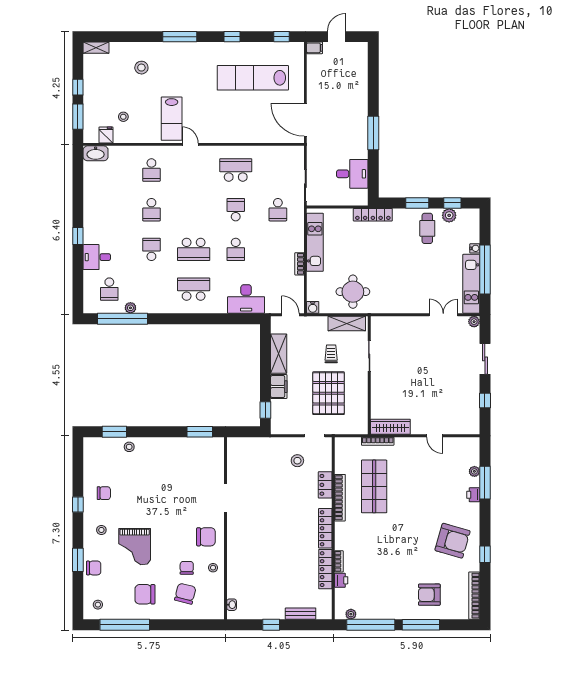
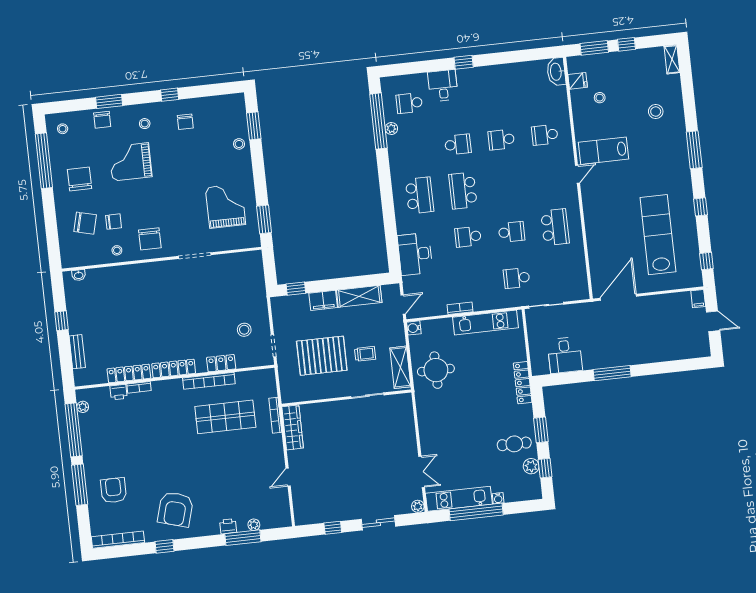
grand piano: (184, 465) -> (225, 206), added

